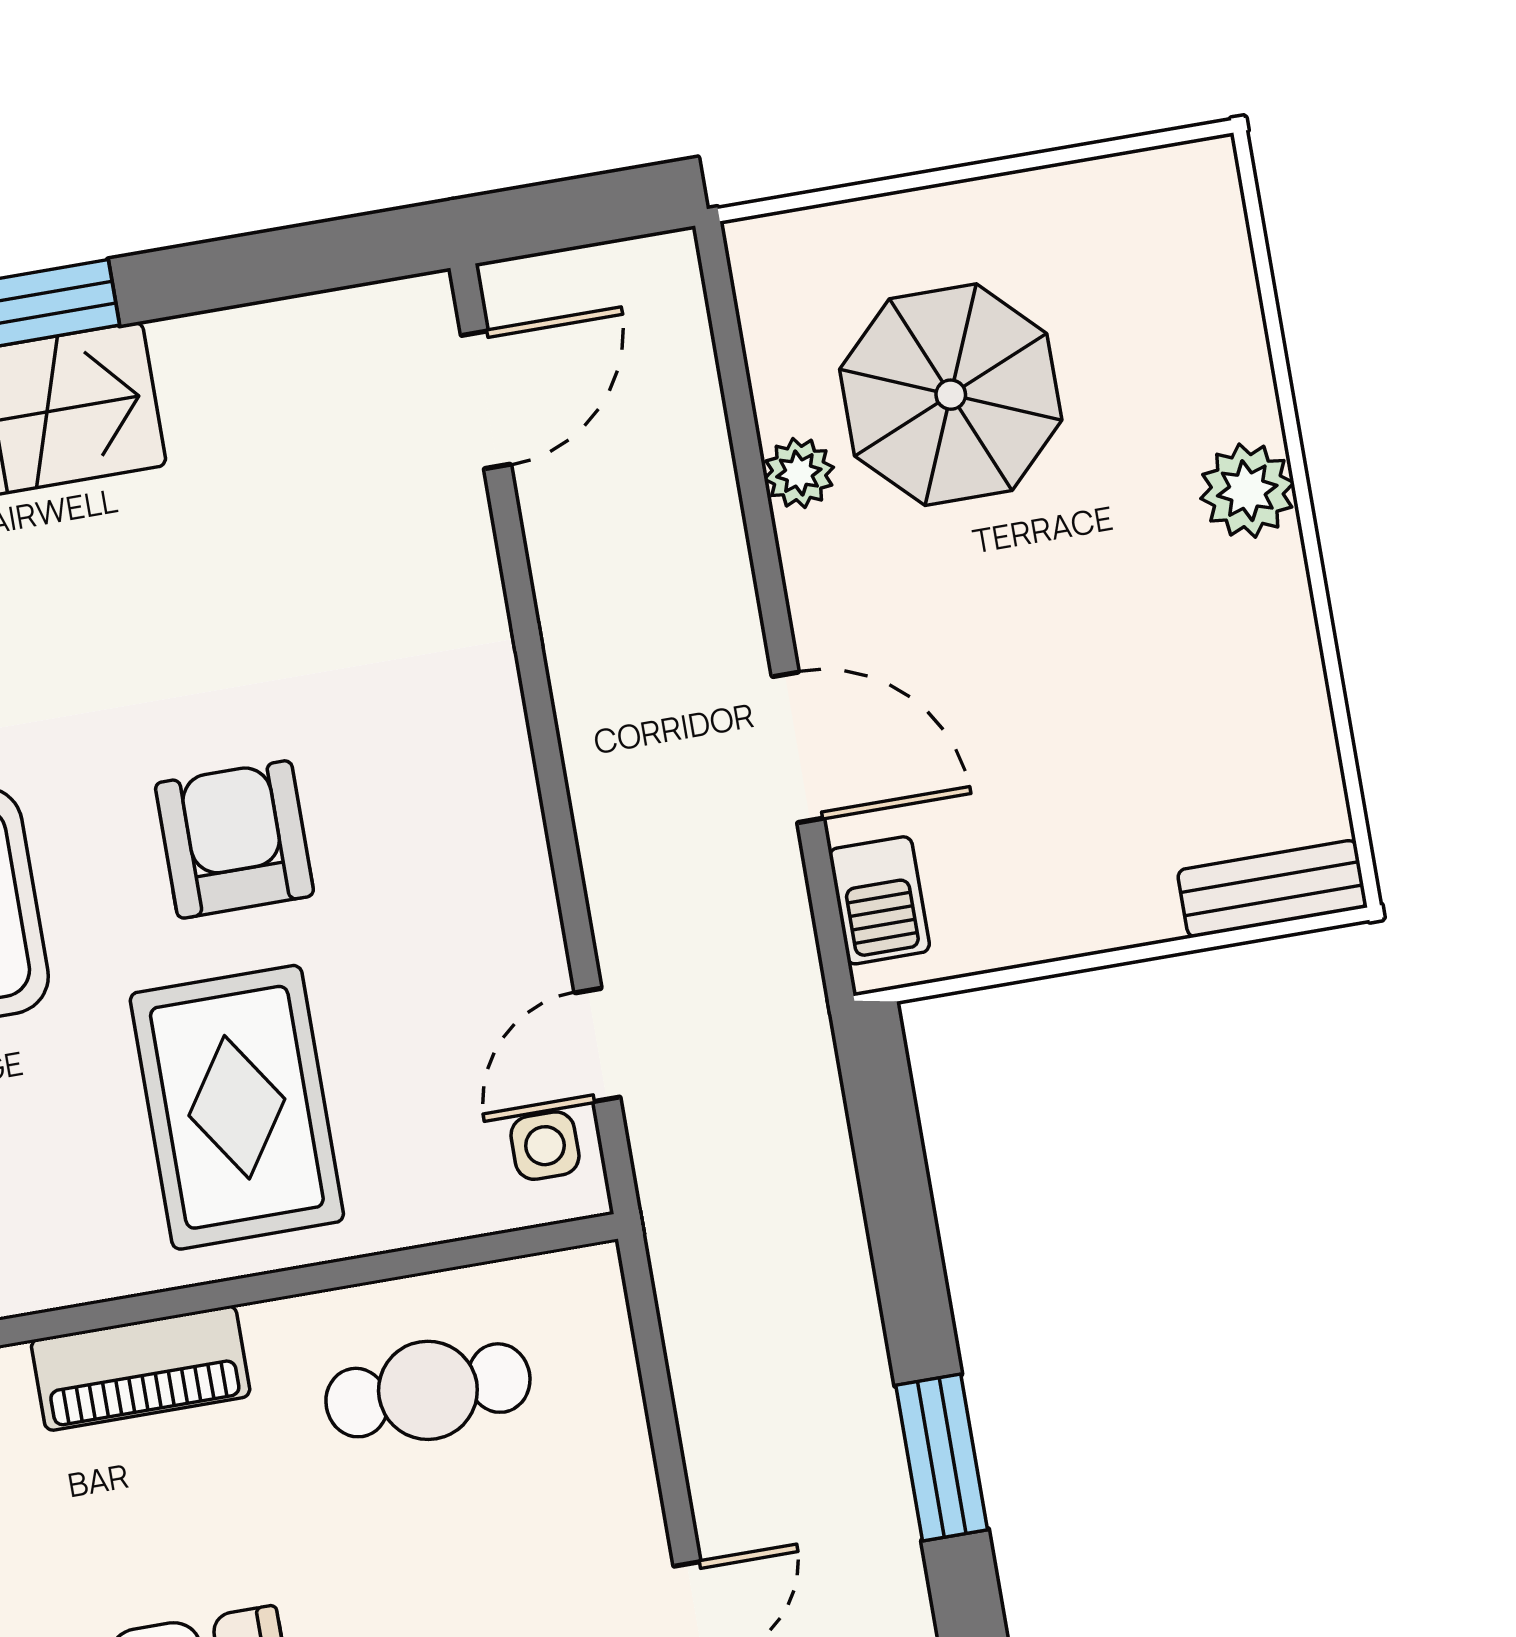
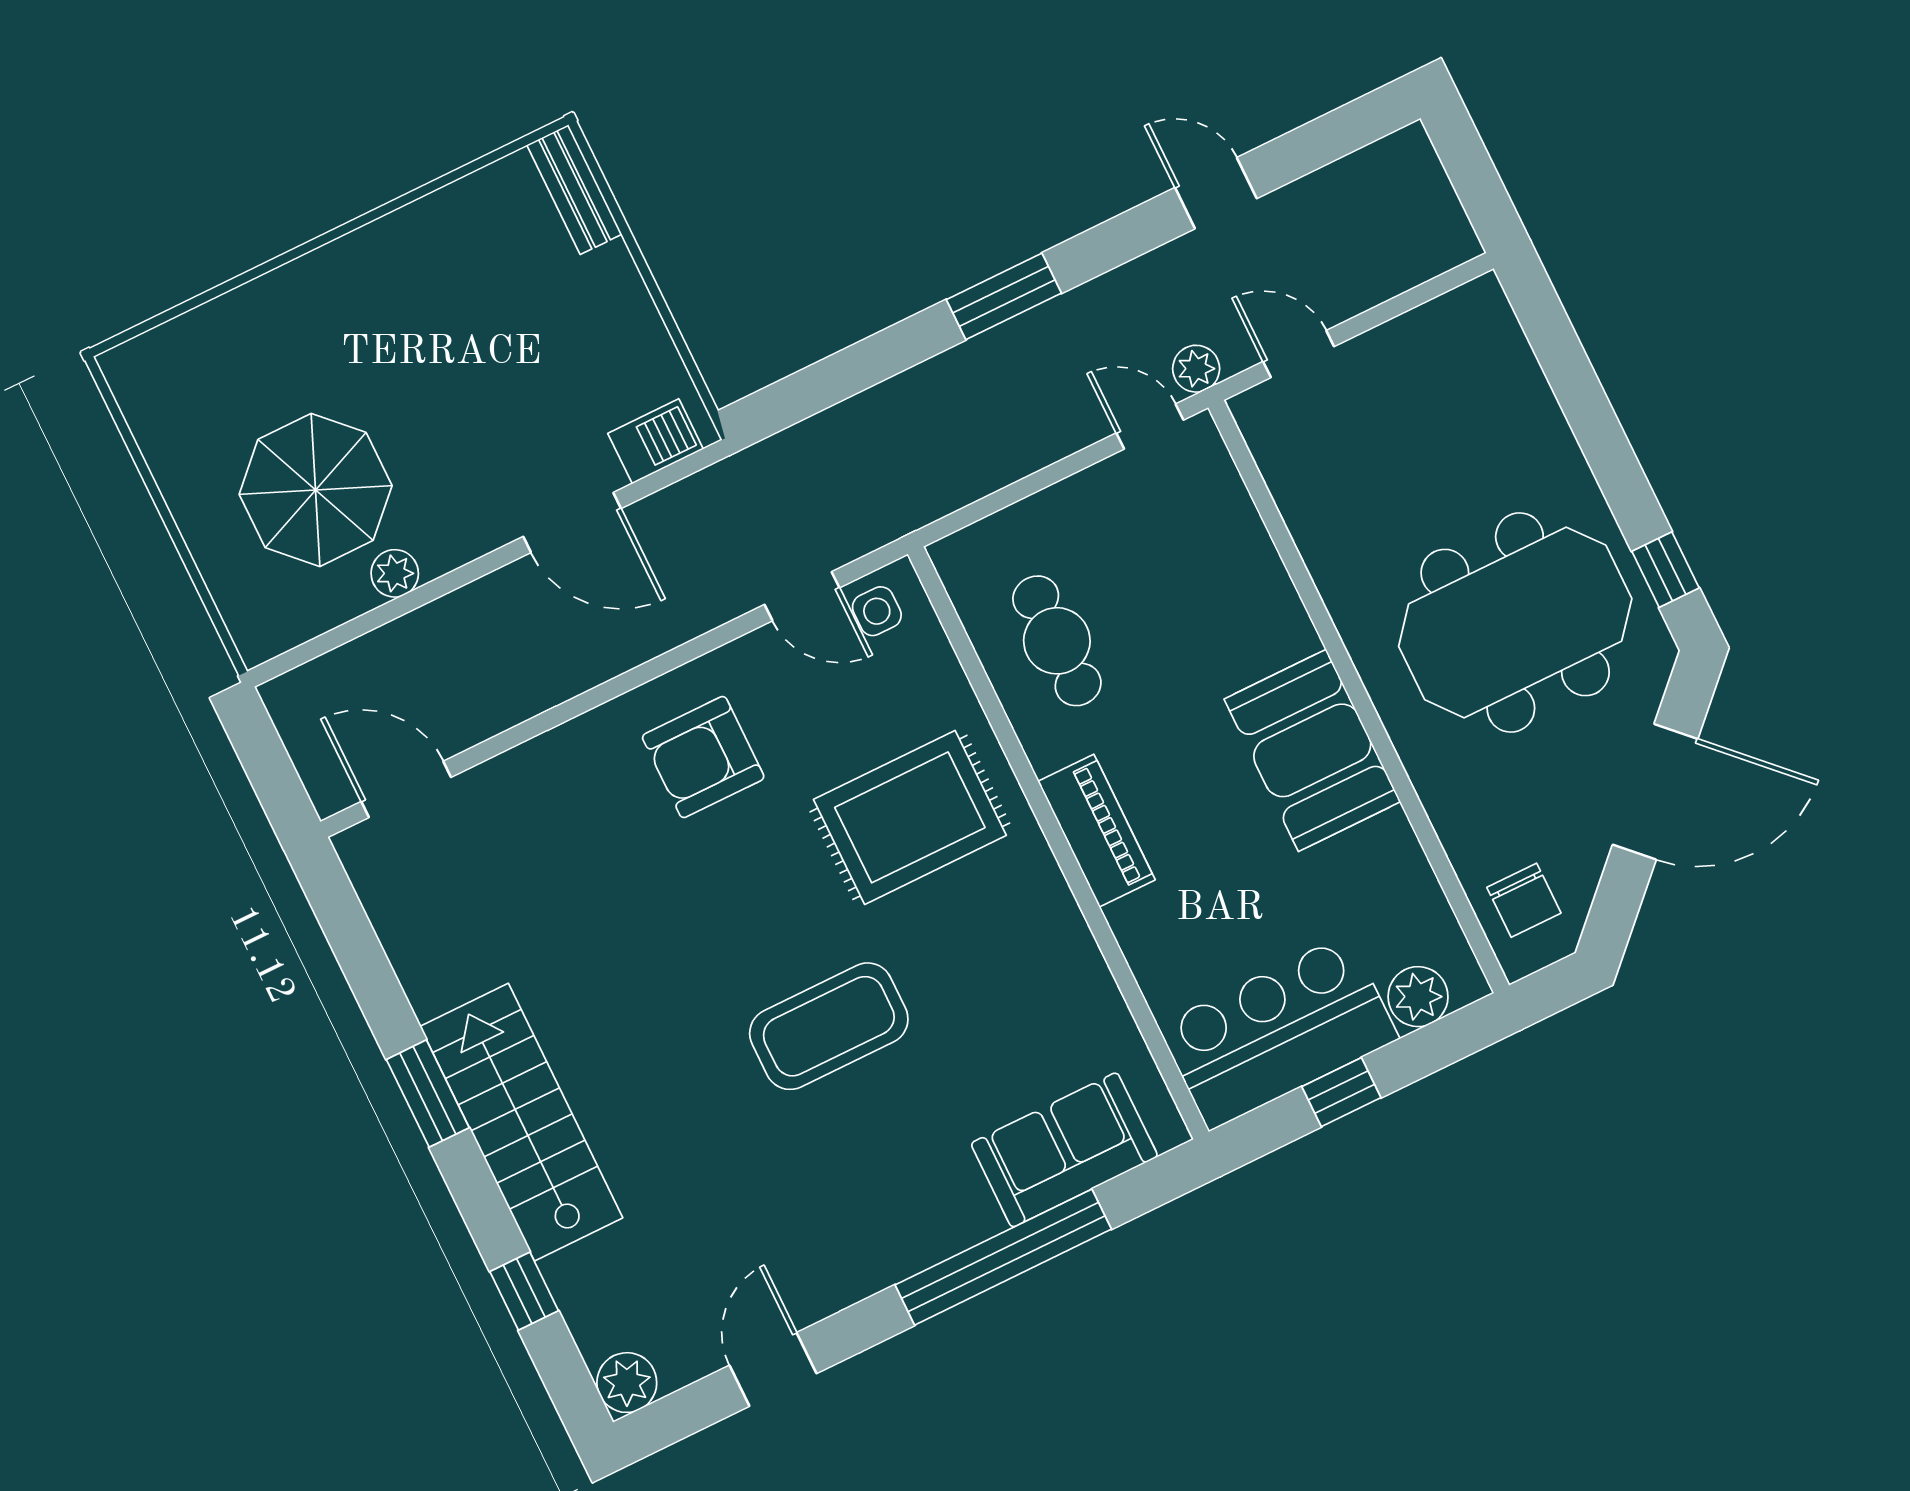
plant: (1247, 491) -> (322, 280), removed
door: (798, 747) -> (572, 522), swing flipped
armchair: (234, 839) -> (703, 757), moved

